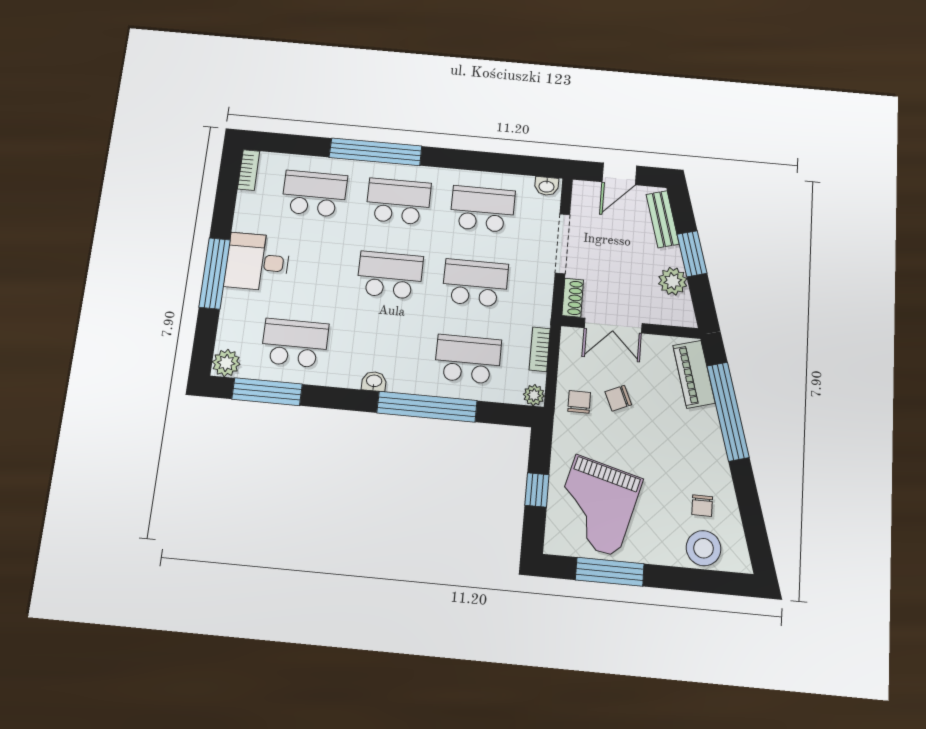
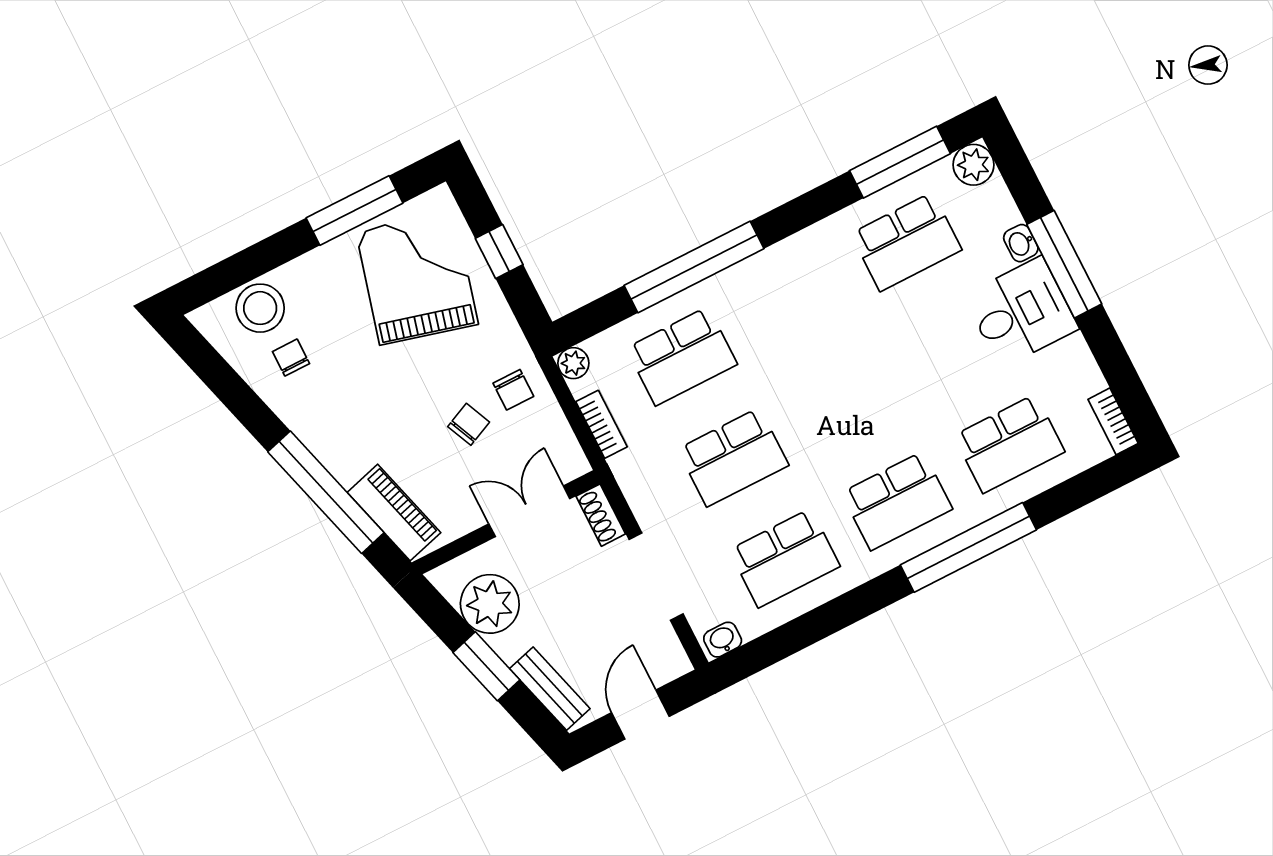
school desk: (390, 275) -> (845, 400), removed
plant: (673, 281) -> (490, 604), width x1.36, depth x1.36
washbasin: (374, 381) -> (1021, 243), moved, turned 90

